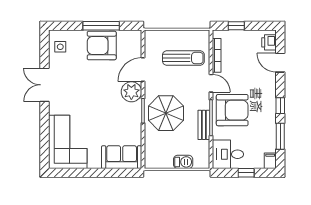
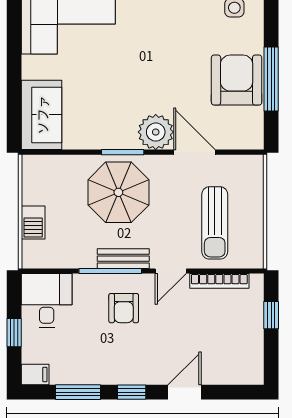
printer: (269, 42) -> (242, 372), removed
door: (280, 63) -> (185, 392), moved
armchair: (232, 110) -> (124, 308), width x0.53, depth x0.53
bench: (204, 125) -> (123, 259), moved

